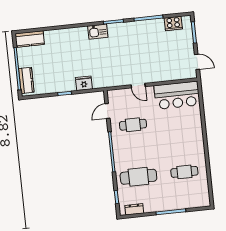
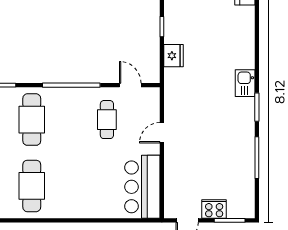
cooker: (173, 23) -> (214, 209), moved, turned 90
cafe table: (184, 172) -> (32, 186), width x1.37, depth x1.35

